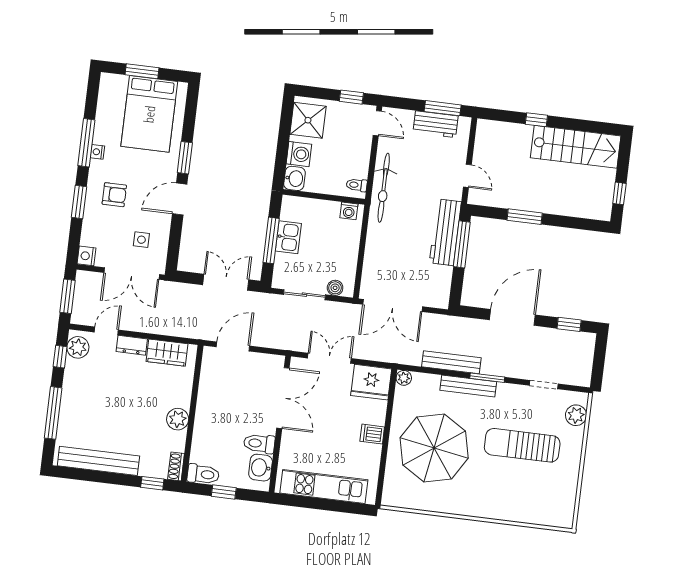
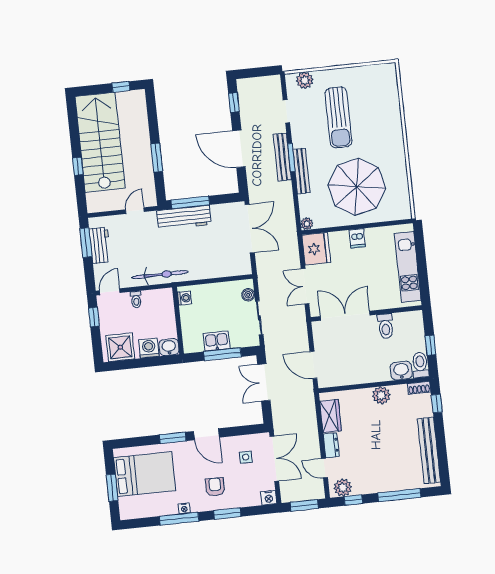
stairs: (576, 147) -> (100, 142), width x1.36, depth x1.51
toilet: (357, 185) -> (136, 299), moved
double door: (393, 306) -> (250, 229), moved
bench: (451, 362) -> (282, 157), moved
washbasin: (261, 468) -> (401, 371), moved, turned 180

